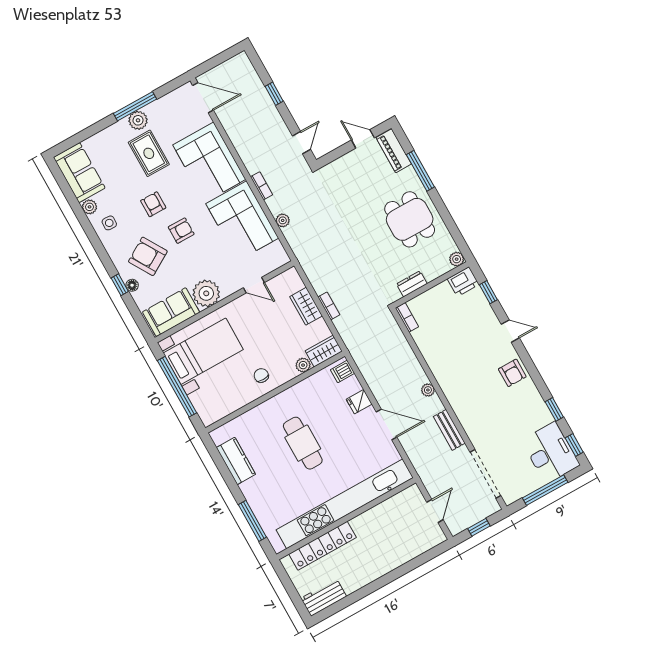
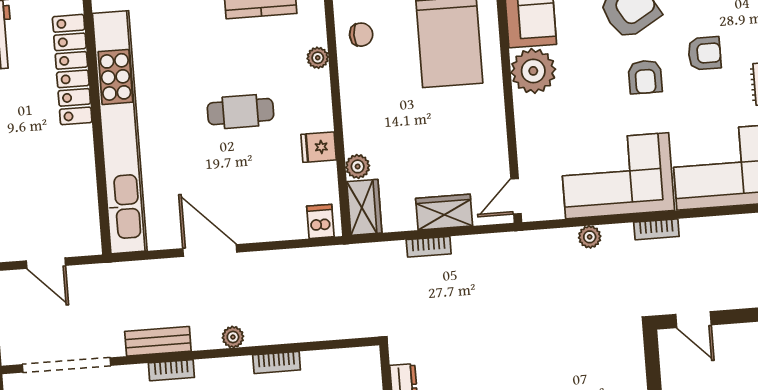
door: (254, 285) -> (516, 196), moved
bookcase: (407, 317) -> (277, 362), moved
chair: (261, 376) -> (361, 35), moved
fridge: (359, 402) -> (319, 147), moved, turned -90
plant: (254, 414) -> (318, 58), added
bookcase: (462, 415) -> (171, 370), added
door: (386, 425) -> (210, 250), swing flipped
cafe table: (303, 443) -> (240, 112), width x0.73, depth x0.74

